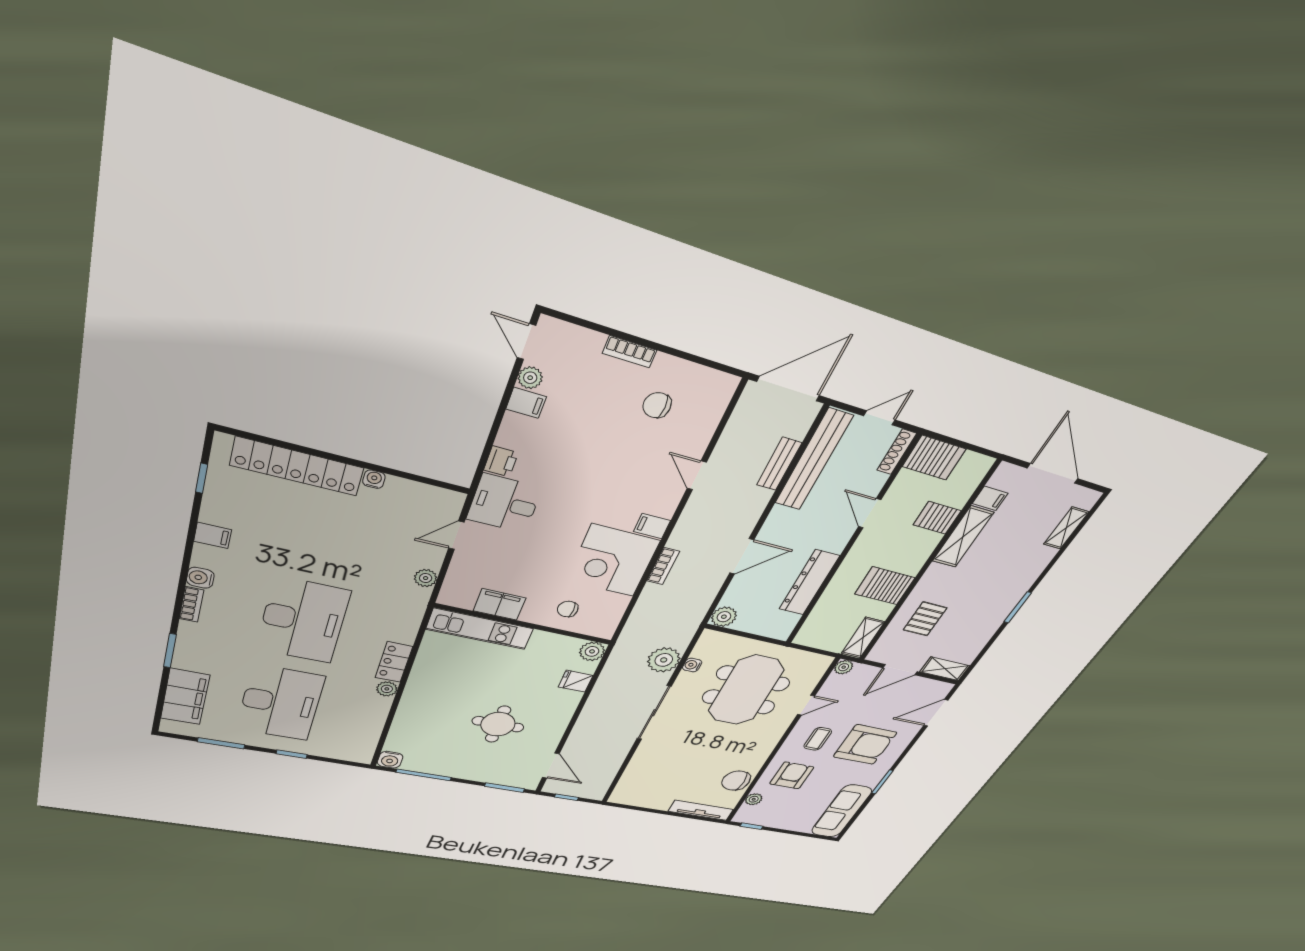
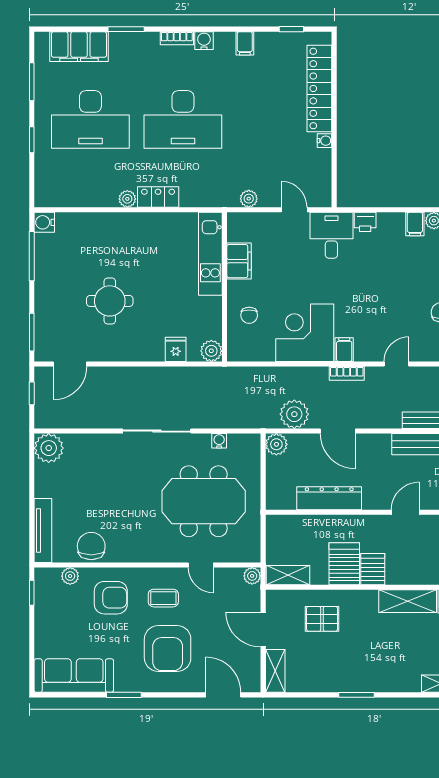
server rack: (937, 518) -> (373, 569), moved
bookcase: (663, 566) -> (347, 373), moved
chair: (568, 609) -> (249, 315), turned 180
plant: (664, 660) -> (294, 414), moved
plant: (626, 794) -> (49, 448), added

